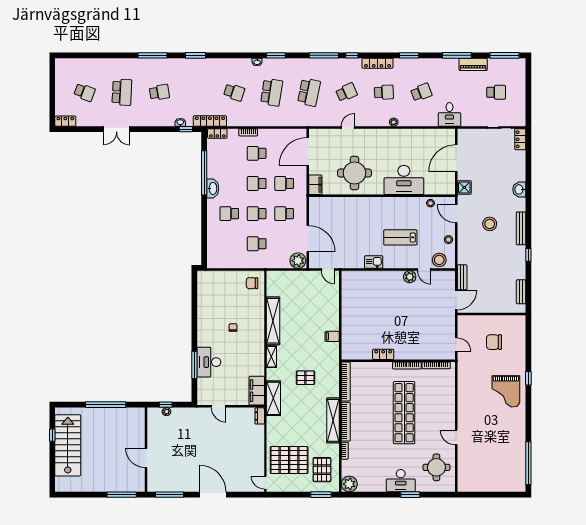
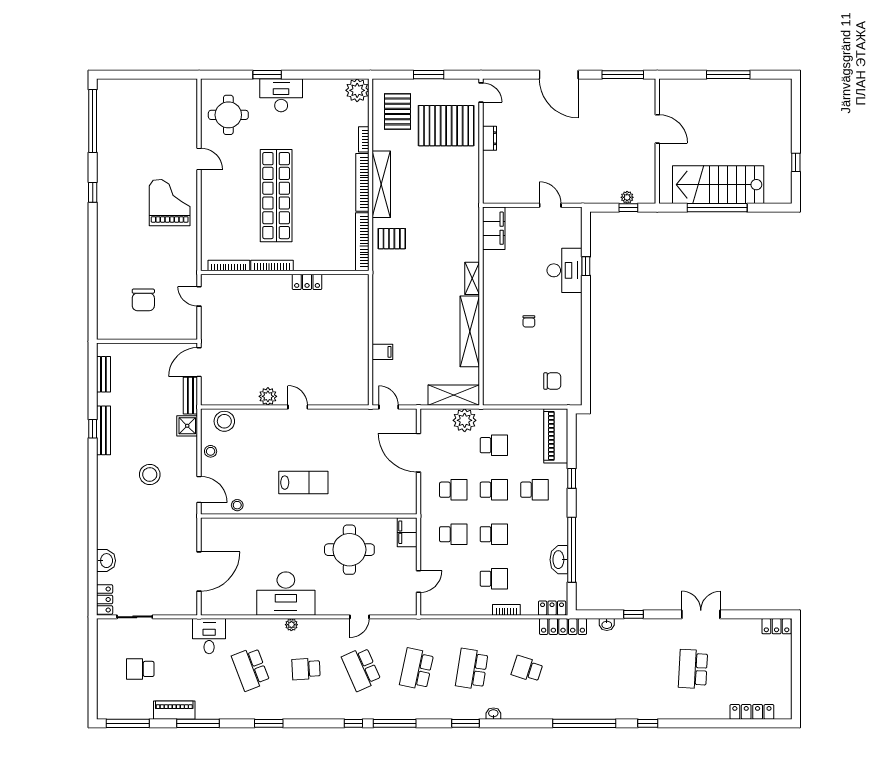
window: (152, 55) -> (648, 723), width x0.46
window: (196, 55) -> (584, 723), width x2.11
locker: (378, 63) -> (752, 712), moved
school desk: (84, 92) -> (748, 669), removed
school desk: (159, 92) -> (638, 669), removed
school desk: (346, 92) -> (361, 669), width x1.85
school desk: (421, 92) -> (251, 669), width x1.85
window: (186, 129) -> (633, 614), moved
door: (308, 151) -> (419, 582), width x0.53
desk: (404, 180) -> (286, 594), moved, turned 180
washbasin: (213, 188) -> (559, 560), moved
shower: (464, 188) -> (187, 426), moved
washbasin: (519, 189) -> (106, 561), moved
window: (204, 221) -> (572, 478), added
bench: (521, 228) -> (103, 430), moved
lab bench: (400, 237) -> (303, 483), moved
piano: (215, 250) -> (556, 436), added
plant: (298, 261) -> (465, 420), moved
kitchen sink: (374, 262) -> (321, 418), removed
door: (424, 270) -> (298, 407), moved
chair: (252, 283) -> (552, 381), moved
filing cabinet: (332, 336) -> (382, 352), moved
chair: (494, 342) -> (143, 300), turned 90
window: (194, 365) -> (586, 266), width x0.46
pallet: (305, 378) -> (392, 239), moved
window: (528, 378) -> (93, 192), moved
grand piano: (506, 391) -> (170, 203), moved
shelving: (273, 398) -> (454, 395), moved, turned 90
dresser: (260, 416) -> (490, 138), moved
stairs: (68, 445) -> (718, 185), moved, turned 90
window: (122, 495) -> (728, 75), moved
window: (321, 495) -> (429, 75), moved

